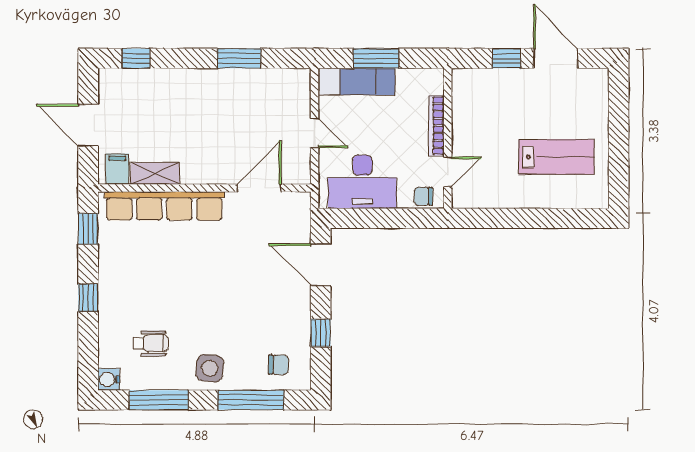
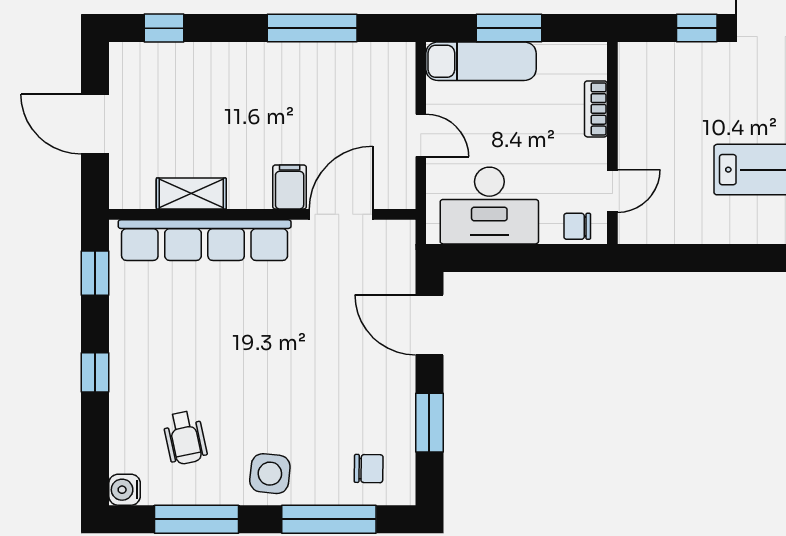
window: (239, 58) -> (312, 28), width x1.44
bookcase: (436, 126) -> (596, 109), width x0.64
filing cabinet: (117, 169) -> (290, 187), moved
window: (321, 333) -> (429, 423), width x1.50
wheelchair: (151, 343) -> (185, 438), turned 78

